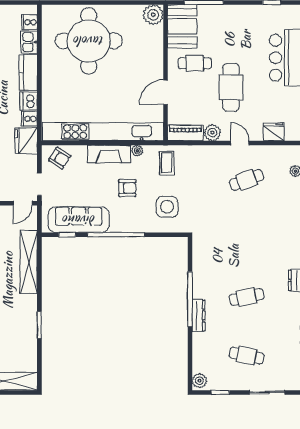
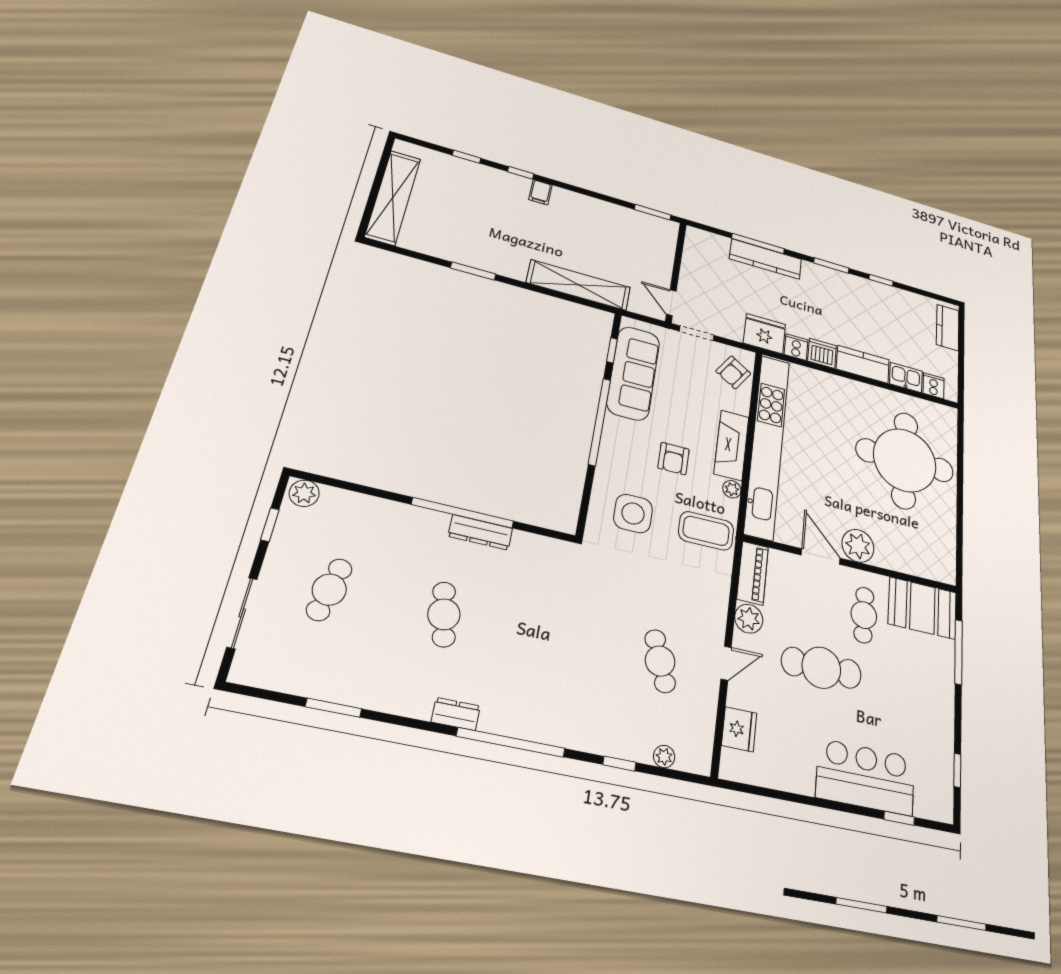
plant: (153, 15) -> (858, 546), moved
coffee table: (167, 163) -> (706, 531), width x1.36, depth x1.30
dresser: (198, 316) -> (480, 532), moved

